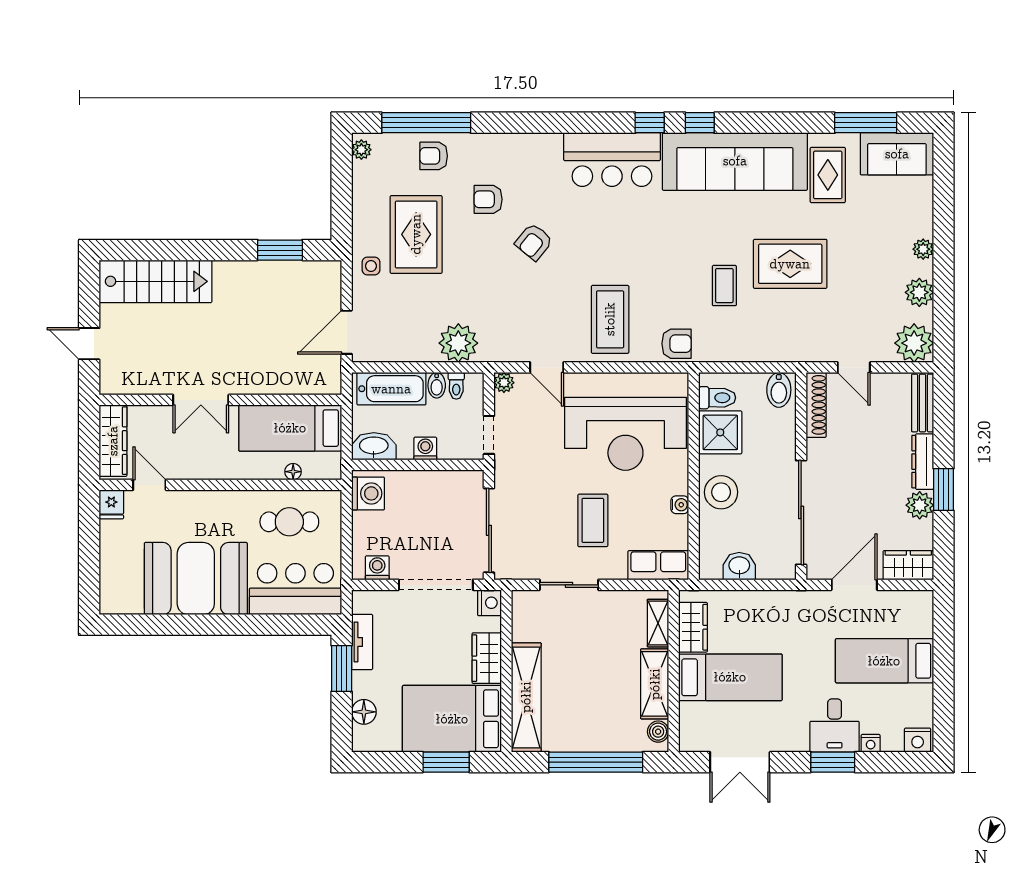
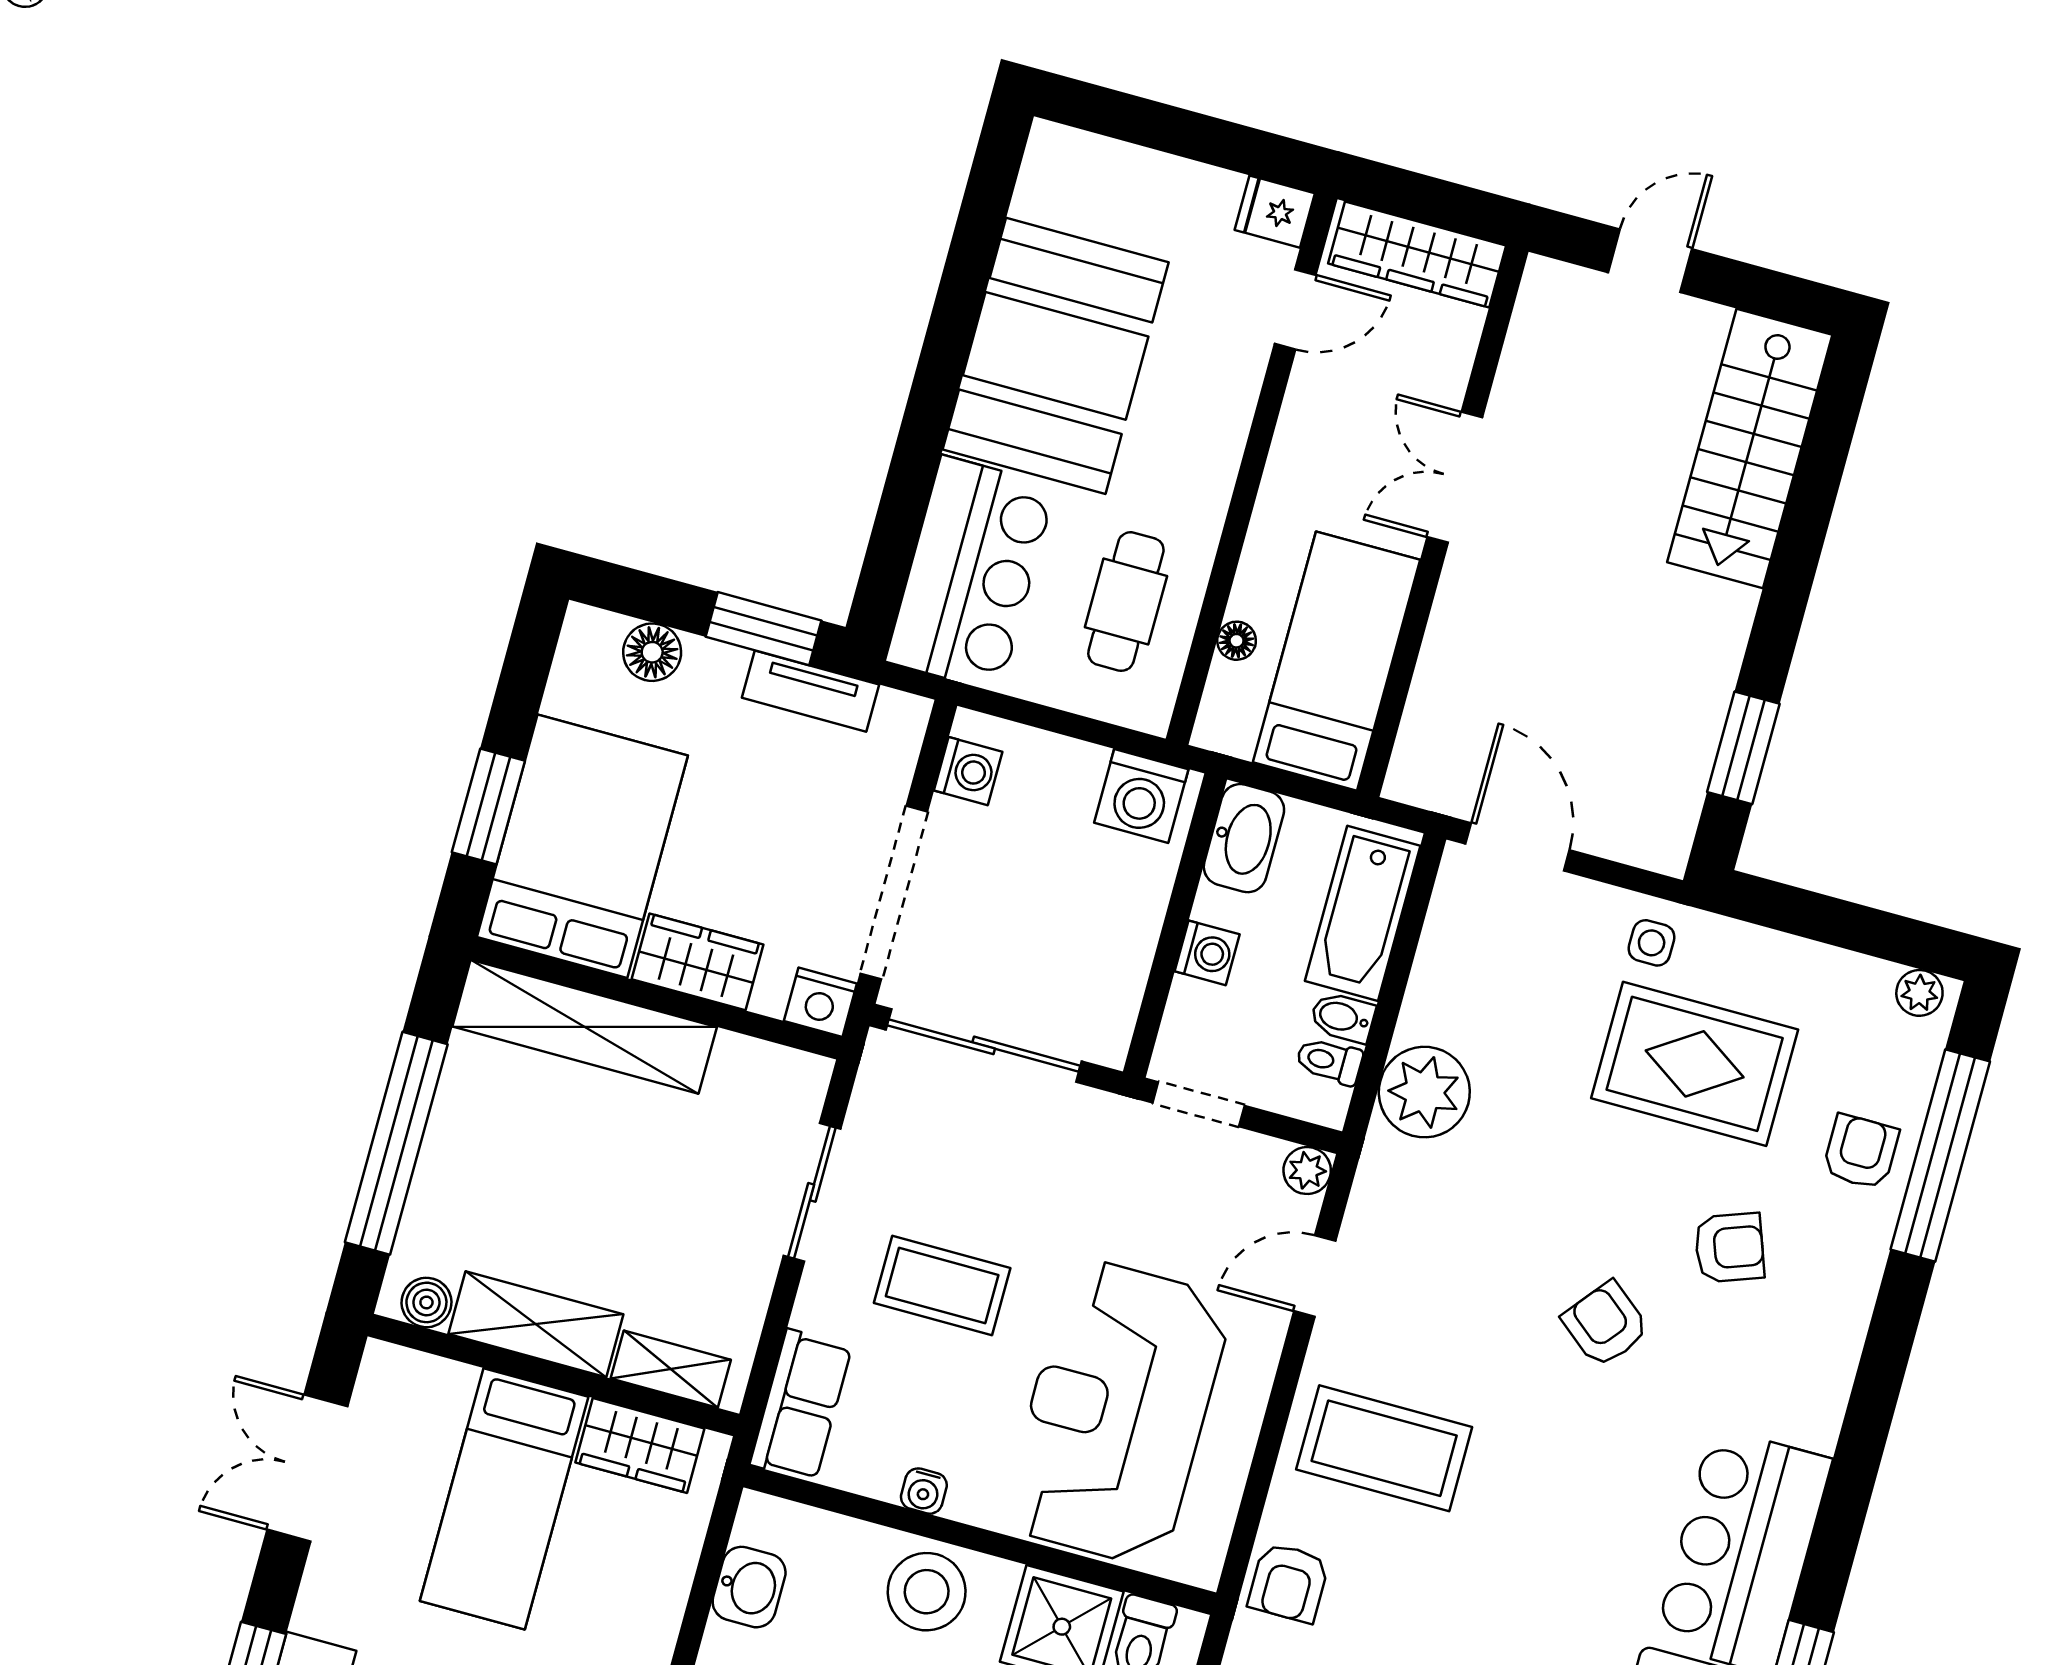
armchair: (488, 199) -> (1729, 1248), turned 70

